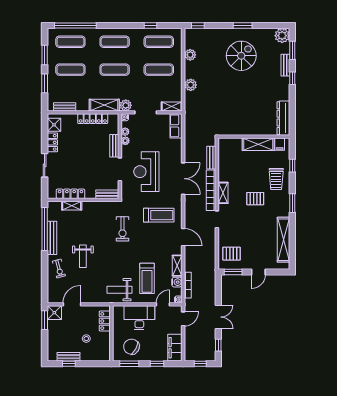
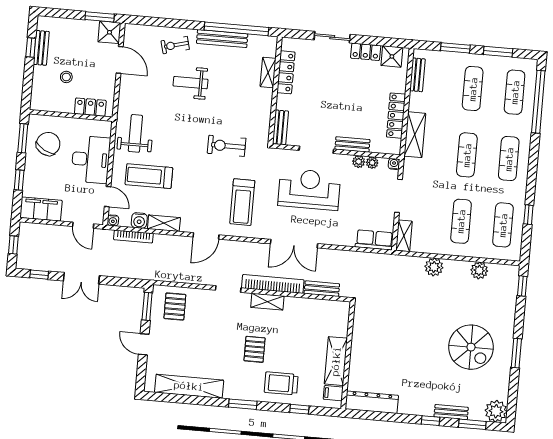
plant: (126, 105) -> (412, 167), removed

